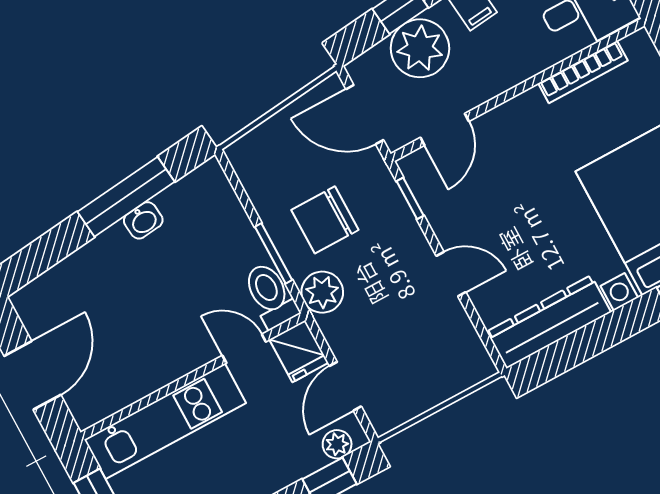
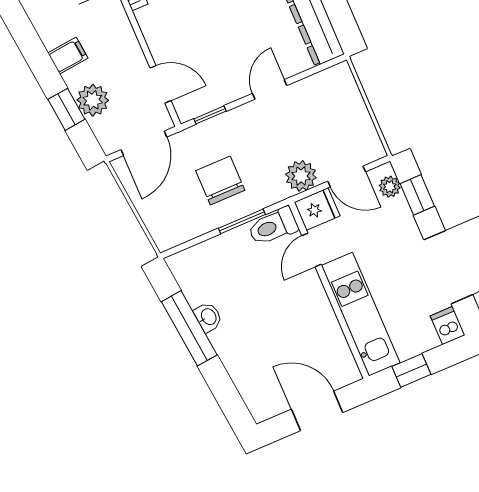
plant: (420, 48) -> (93, 100), width x0.73, depth x0.73
chair: (325, 220) -> (220, 181), turned 180
plant: (322, 292) -> (301, 176), moved

